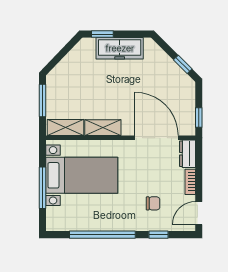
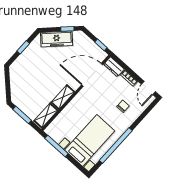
window: (102, 34) -> (23, 47), moved
freezer: (120, 48) -> (57, 39), moved, turned 45
bed with nightstands: (82, 175) -> (90, 140), moved
window: (42, 188) -> (57, 146), moved
window: (158, 235) -> (141, 118), removed

